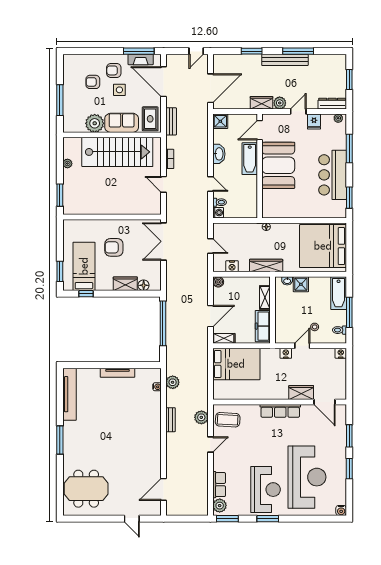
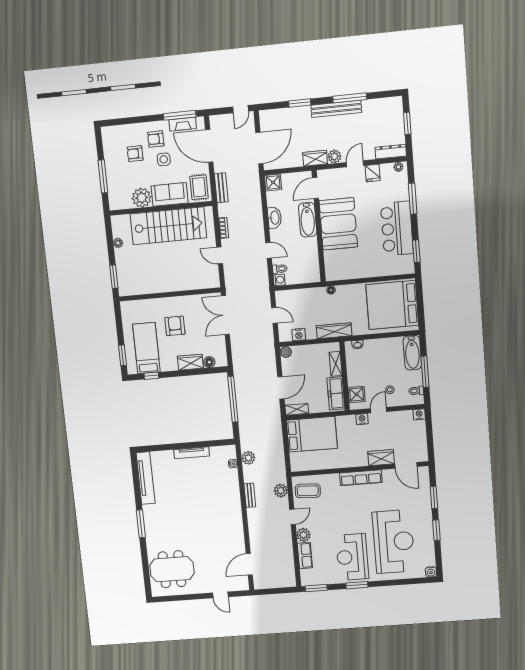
armchair: (114, 247) -> (175, 326), turned 90
shower: (301, 284) -> (357, 394), moved
reception desk: (266, 490) -> (352, 557), turned 180
plant: (220, 506) -> (303, 535), moved

